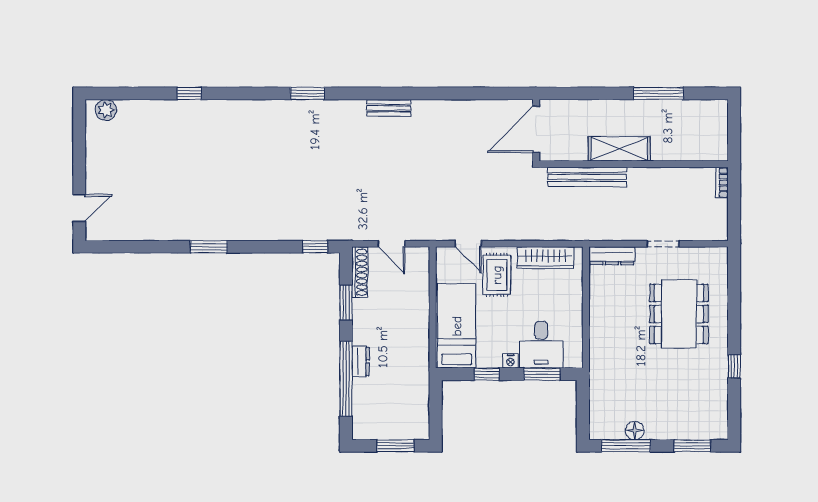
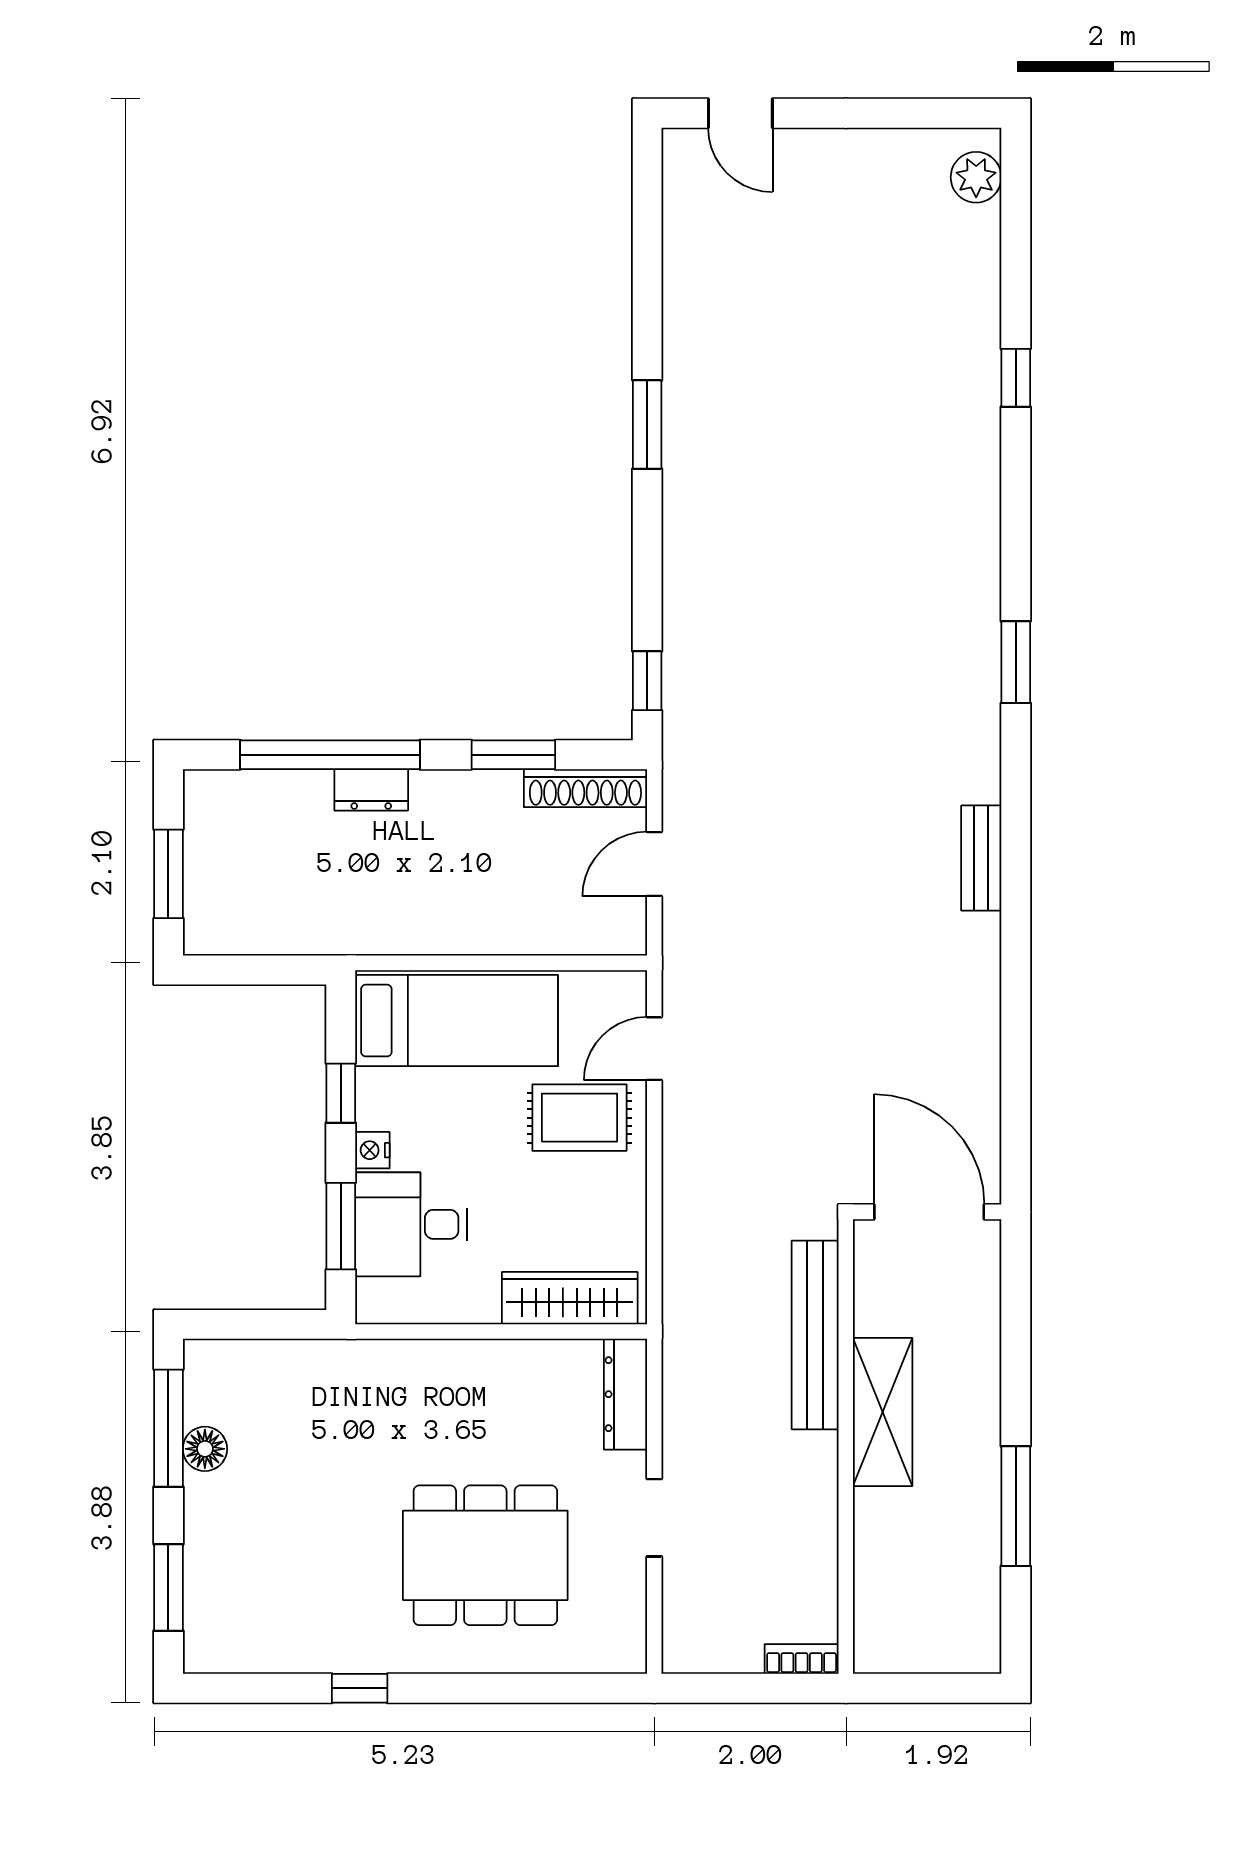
wardrobe: (545, 258) -> (570, 1298), moved, turned 90

